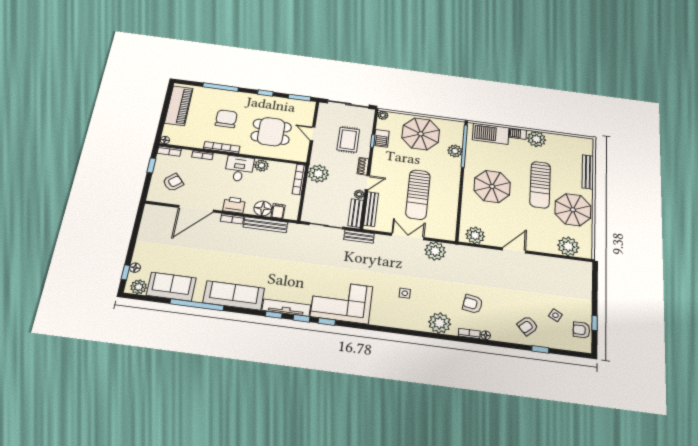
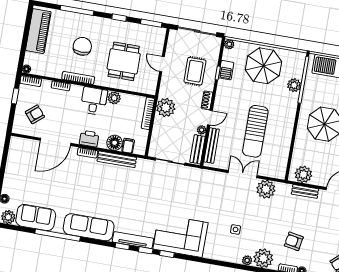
dining table: (271, 132) -> (124, 61), turned 90
bench: (359, 237) -> (305, 191), moved
plant: (421, 326) -> (247, 260), added

